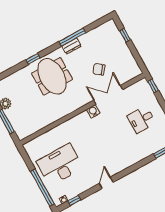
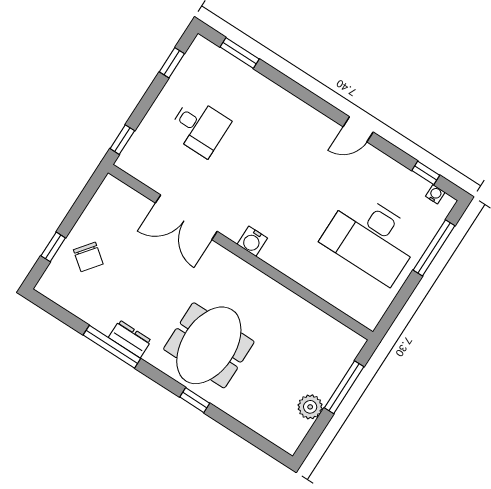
chair: (99, 69) -> (88, 257), moved
water cooler: (93, 111) -> (252, 241), moved
window: (42, 188) -> (434, 248), width x0.68

